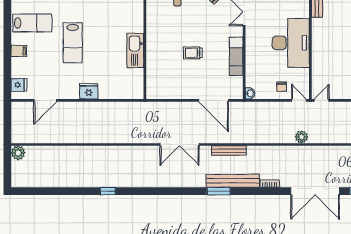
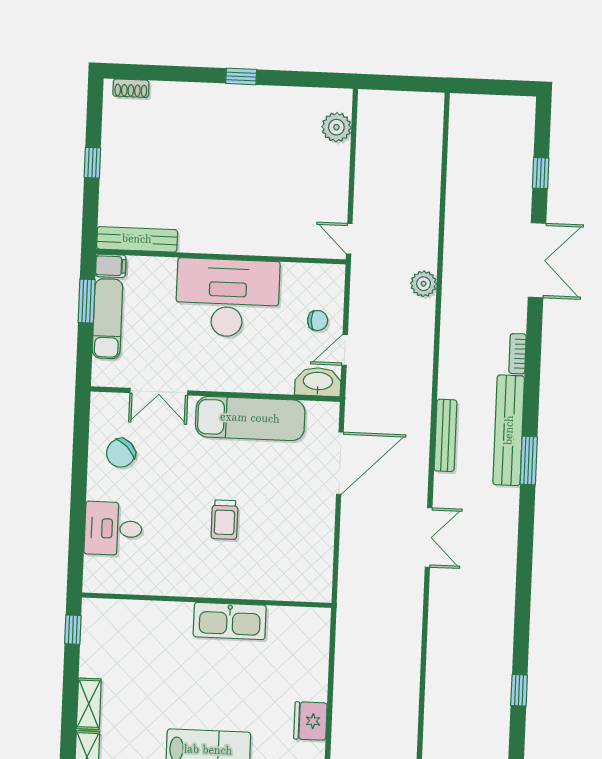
trolley: (193, 53) -> (225, 520), moved
exam couch: (236, 56) -> (250, 418), width x1.36, depth x1.45
washbasin: (250, 93) -> (318, 382), width x1.91, depth x1.45
door: (299, 100) -> (345, 350), moved
double door: (179, 144) -> (429, 537), width x0.73
double door: (315, 191) -> (537, 260), width x0.73

